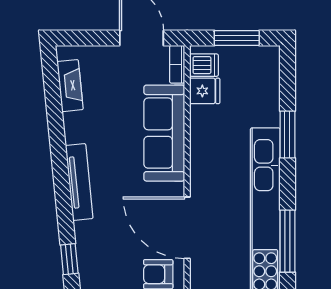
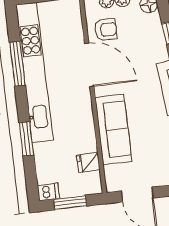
bookcase: (177, 64) -> (110, 179), removed
dishwasher: (204, 65) -> (48, 192), moved, turned 180

